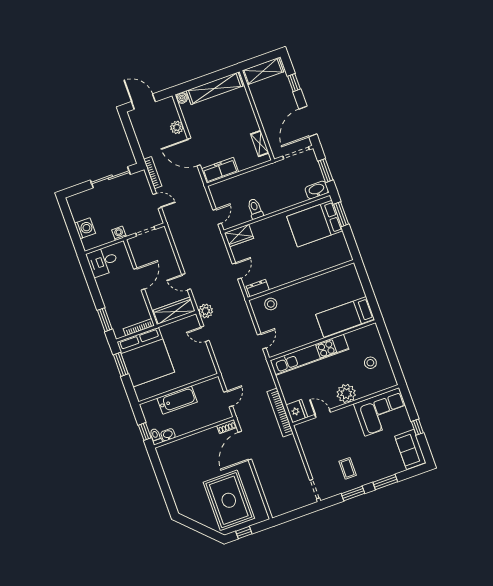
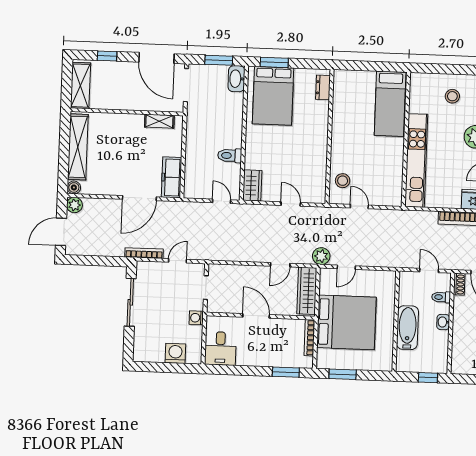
plant: (177, 127) -> (74, 205), moved
dresser: (258, 288) -> (323, 87), moved
door: (262, 341) -> (359, 207), moved
bed: (146, 357) -> (346, 322), moved
washbasin: (168, 435) -> (443, 322), moved
toilet: (156, 436) -> (441, 297), moved

